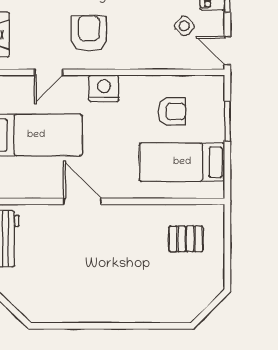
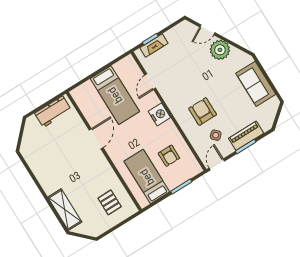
armchair: (89, 33) -> (203, 111), moved, turned -90
door: (49, 72) -> (150, 82), hinge flipped
shelving: (156, 310) -> (65, 210), added

